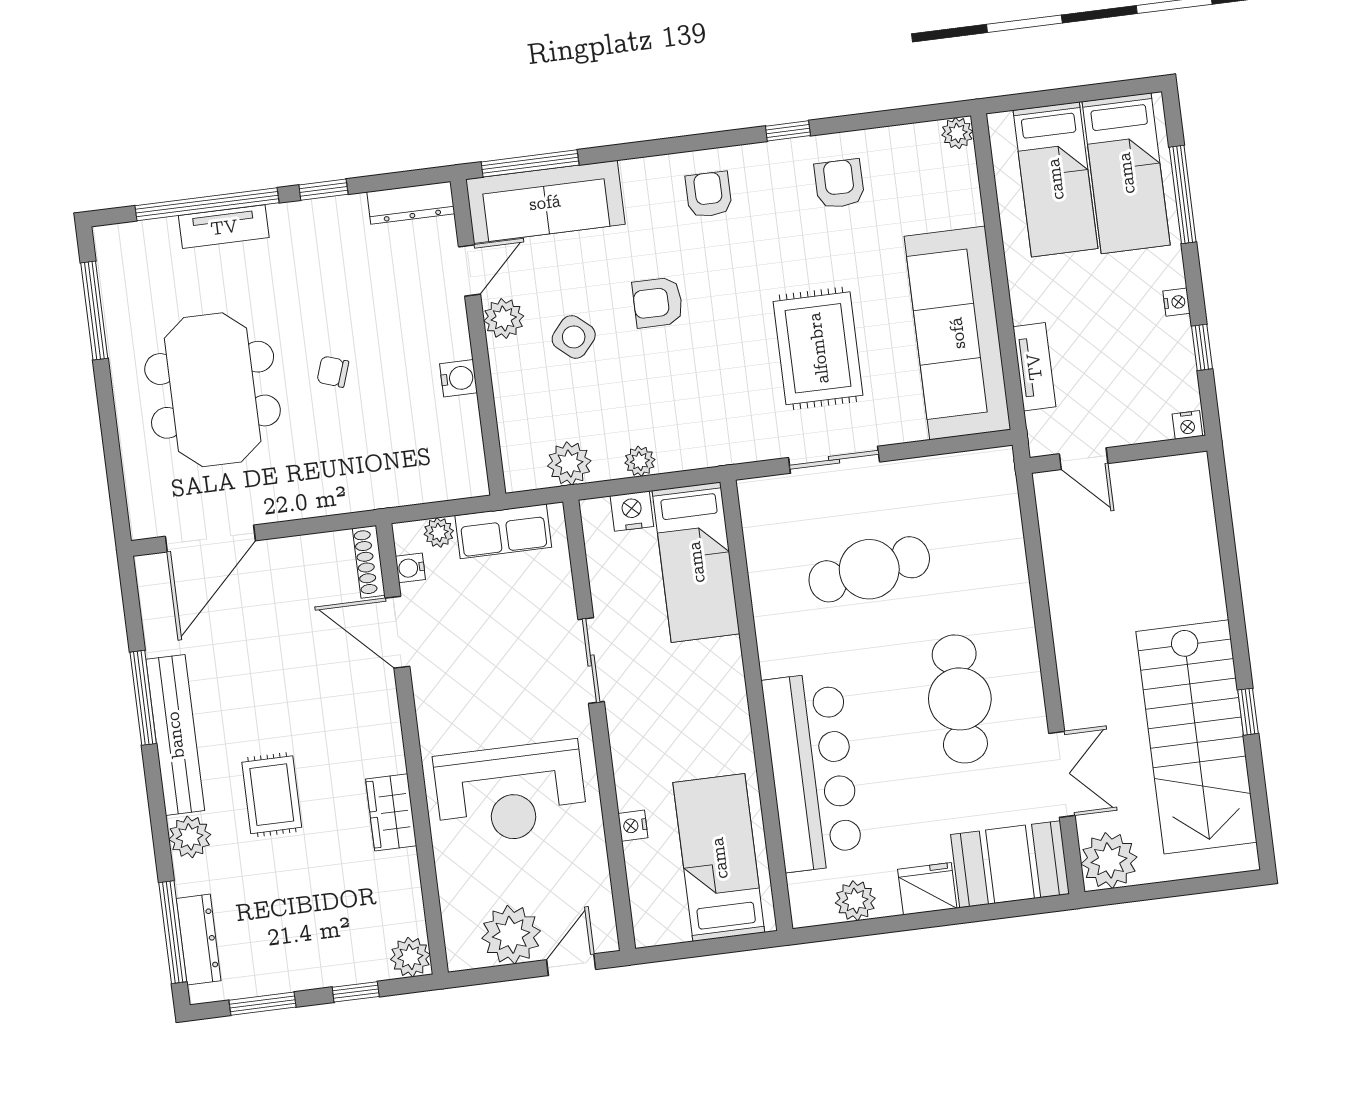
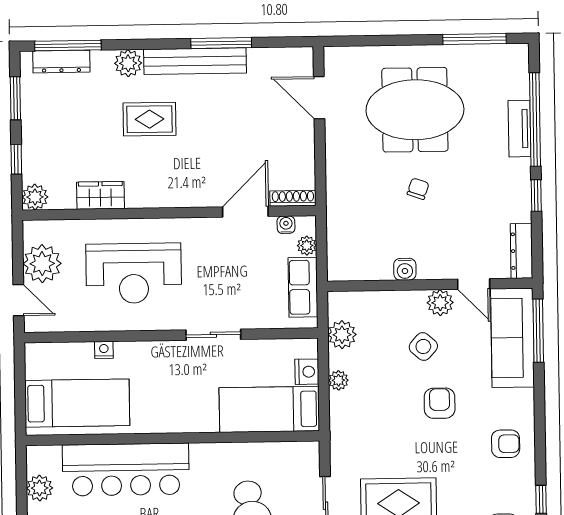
door: (210, 539) -> (319, 98), width x0.73
reception desk: (511, 793) -> (134, 273), turned -90
wardrobe: (391, 812) -> (100, 195), moved

